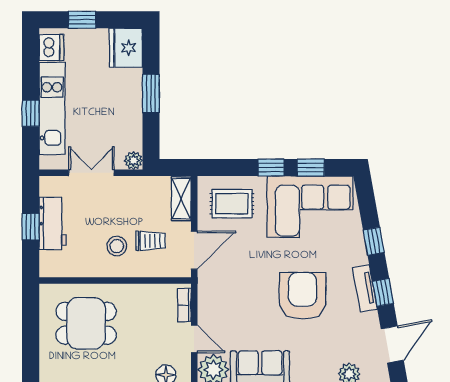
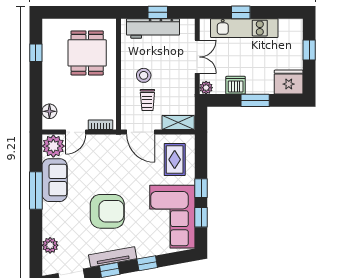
dishwasher: (51, 48) -> (236, 85), moved, turned 180
workbench: (53, 223) -> (153, 28), width x1.37
tv unit: (365, 288) -> (113, 257), width x1.41

